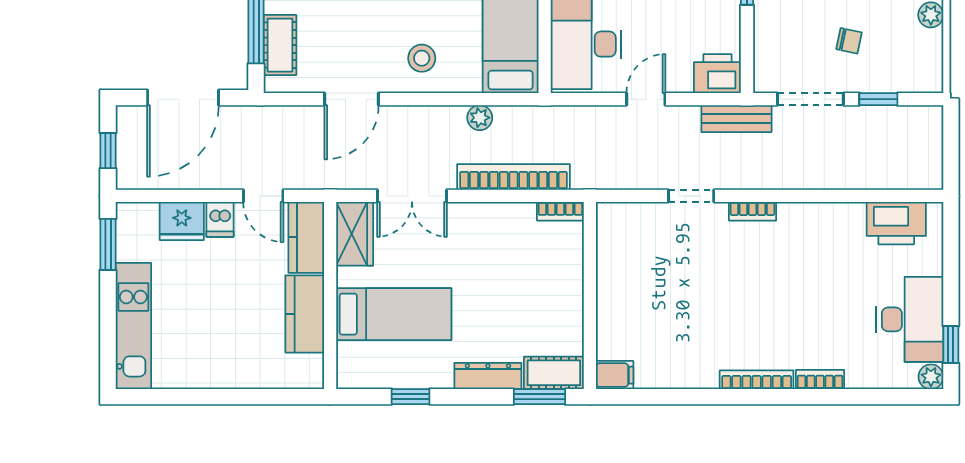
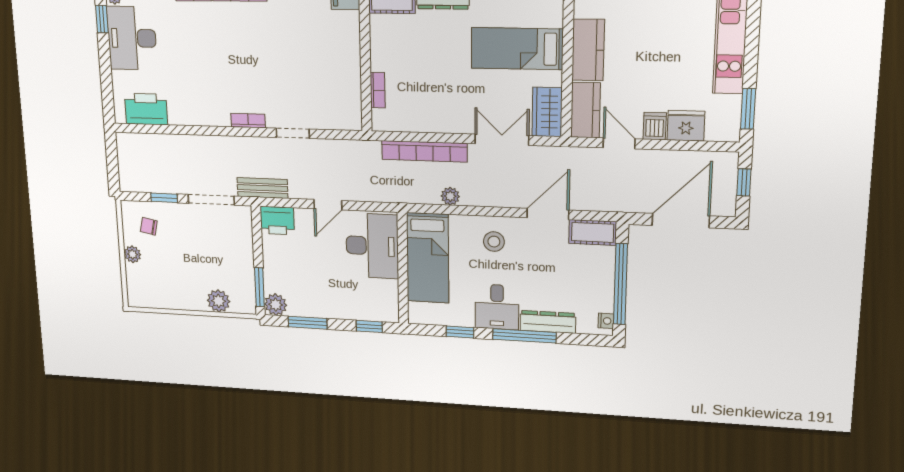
chair: (849, 41) -> (149, 226), moved
cot: (280, 45) -> (593, 232), moved, turned 90
bookcase: (560, 211) -> (378, 90), moved, turned 90

